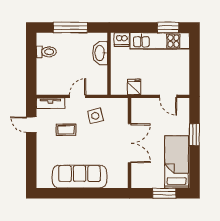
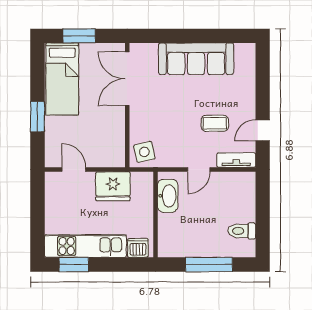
washbasin: (100, 53) -> (168, 196), moved
fridge: (134, 87) -> (113, 186), width x1.88, depth x1.34
side table: (95, 116) -> (144, 152), moved
door: (31, 125) -> (263, 130), swing flipped
double door: (129, 143) -> (127, 79), moved

